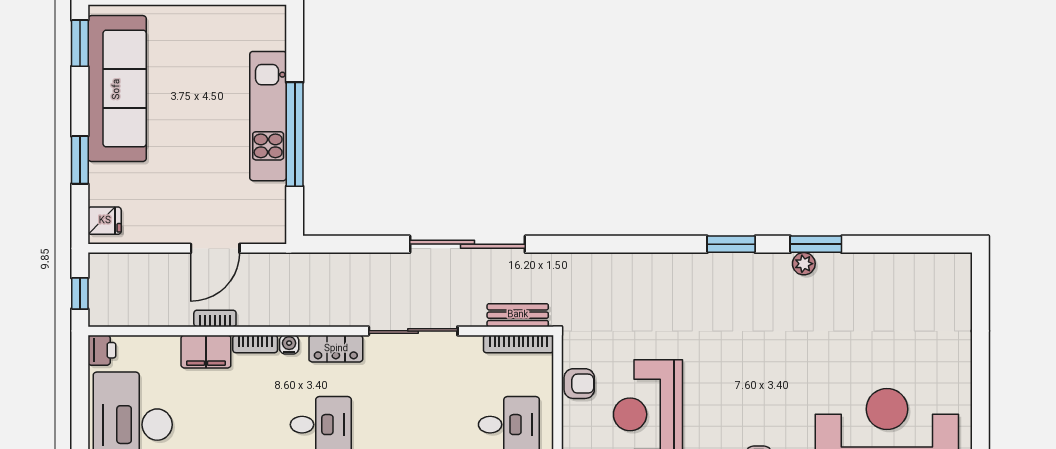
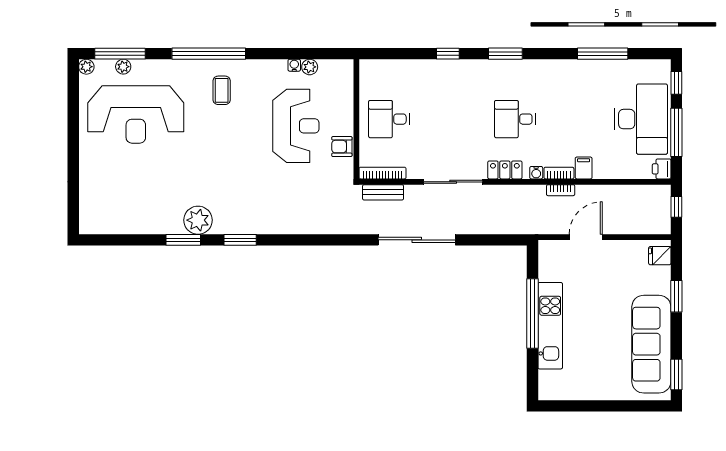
plant: (804, 264) -> (198, 220), width x1.87, depth x1.87
bookcase: (215, 318) -> (561, 190), moved
filing cabinet: (206, 352) -> (584, 168), width x0.50
window: (80, 405) -> (676, 132), added

